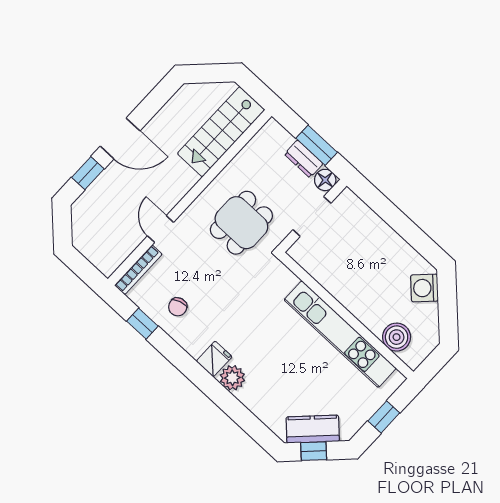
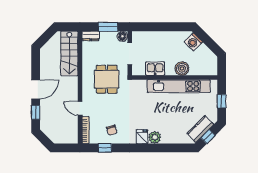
dresser: (304, 159) -> (91, 36), moved
kitchen sink: (329, 275) -> (155, 69), added
boiler: (397, 337) -> (182, 69), moved

